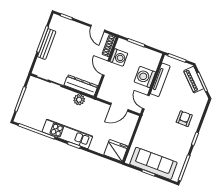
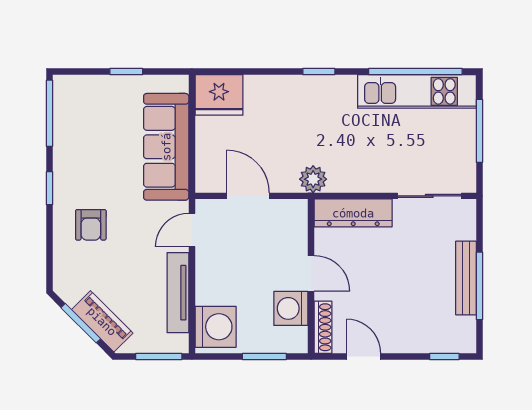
washing machine: (145, 77) -> (216, 327), moved
plant: (79, 100) -> (313, 179), moved
door: (146, 102) -> (192, 230), swing flipped
door: (119, 107) -> (248, 196), hinge flipped
kitchen unit: (67, 134) -> (417, 91), moved
sofa: (153, 163) -> (166, 147), moved, turned 90

